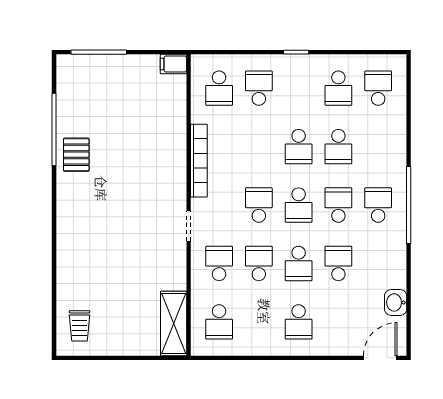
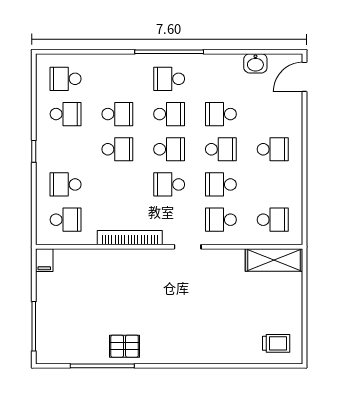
school desk: (338, 205) -> (169, 114), turned 180
door: (380, 358) -> (305, 77), hinge flipped

